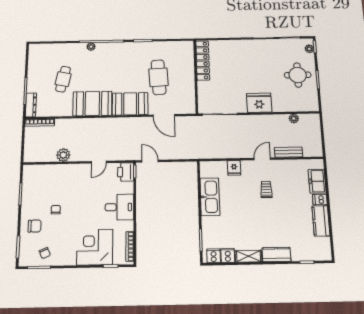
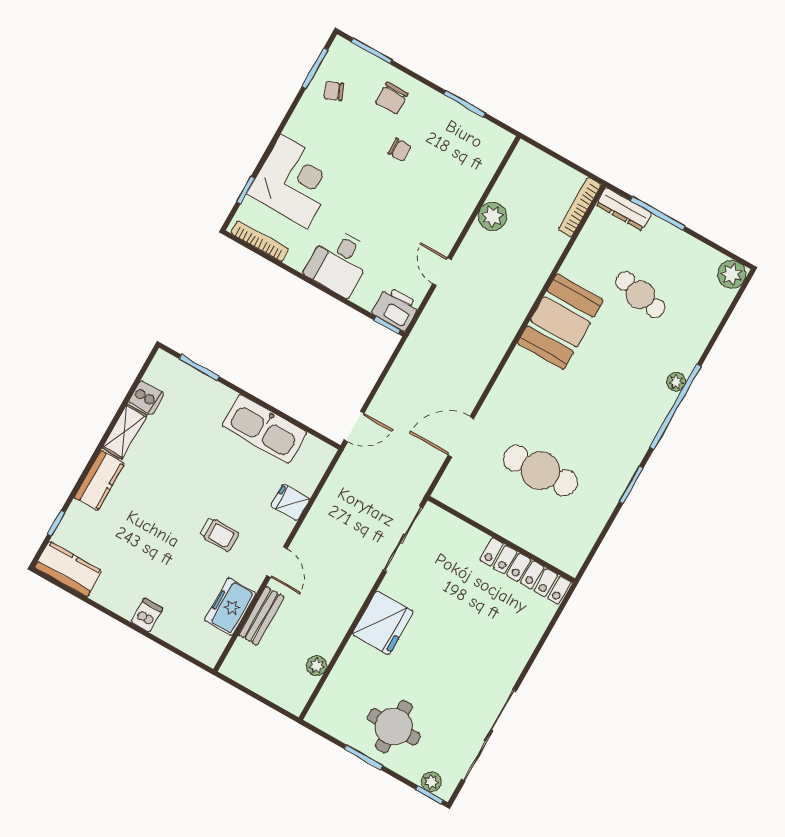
plant: (35, 50) -> (732, 274), added
booth: (130, 104) -> (519, 389), removed
door: (150, 161) -> (354, 426), moved
freezer: (317, 181) -> (230, 607), moved, turned -90
kitchen counter: (321, 221) -> (68, 569), moved
cooker: (214, 256) -> (160, 373), removed

